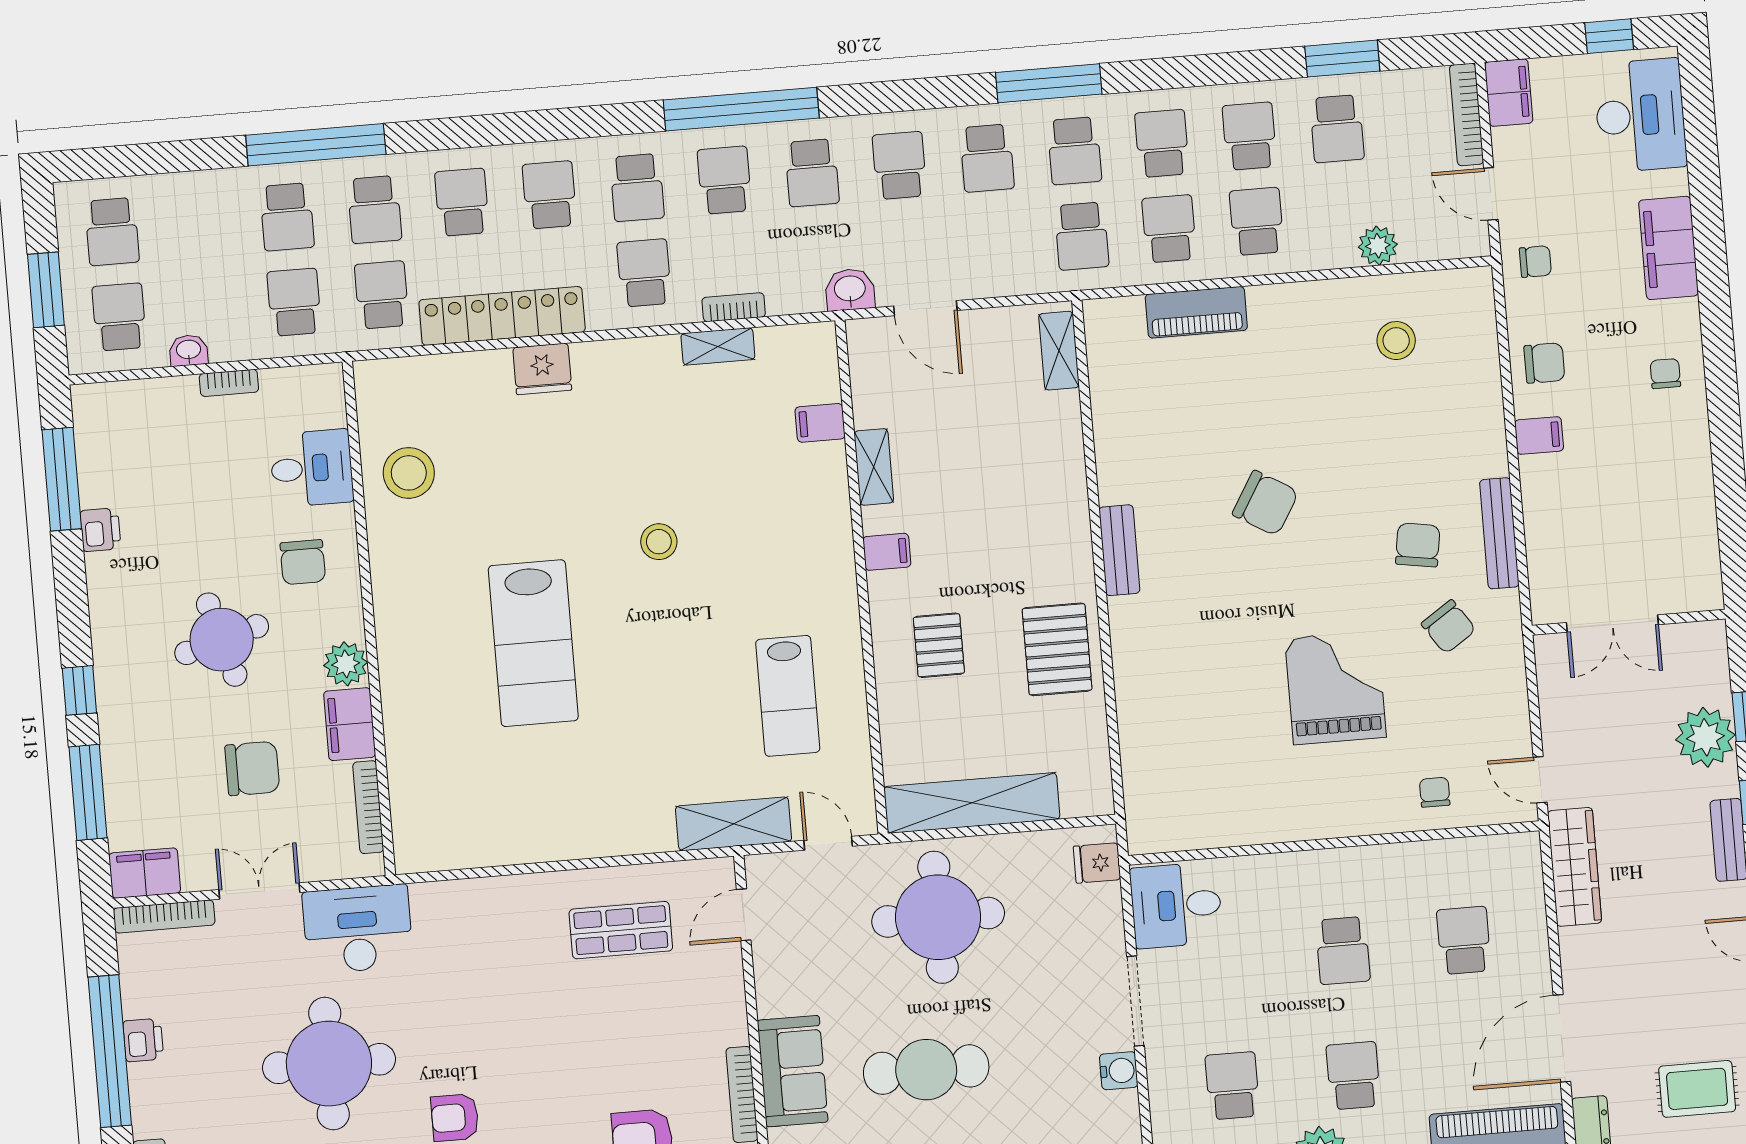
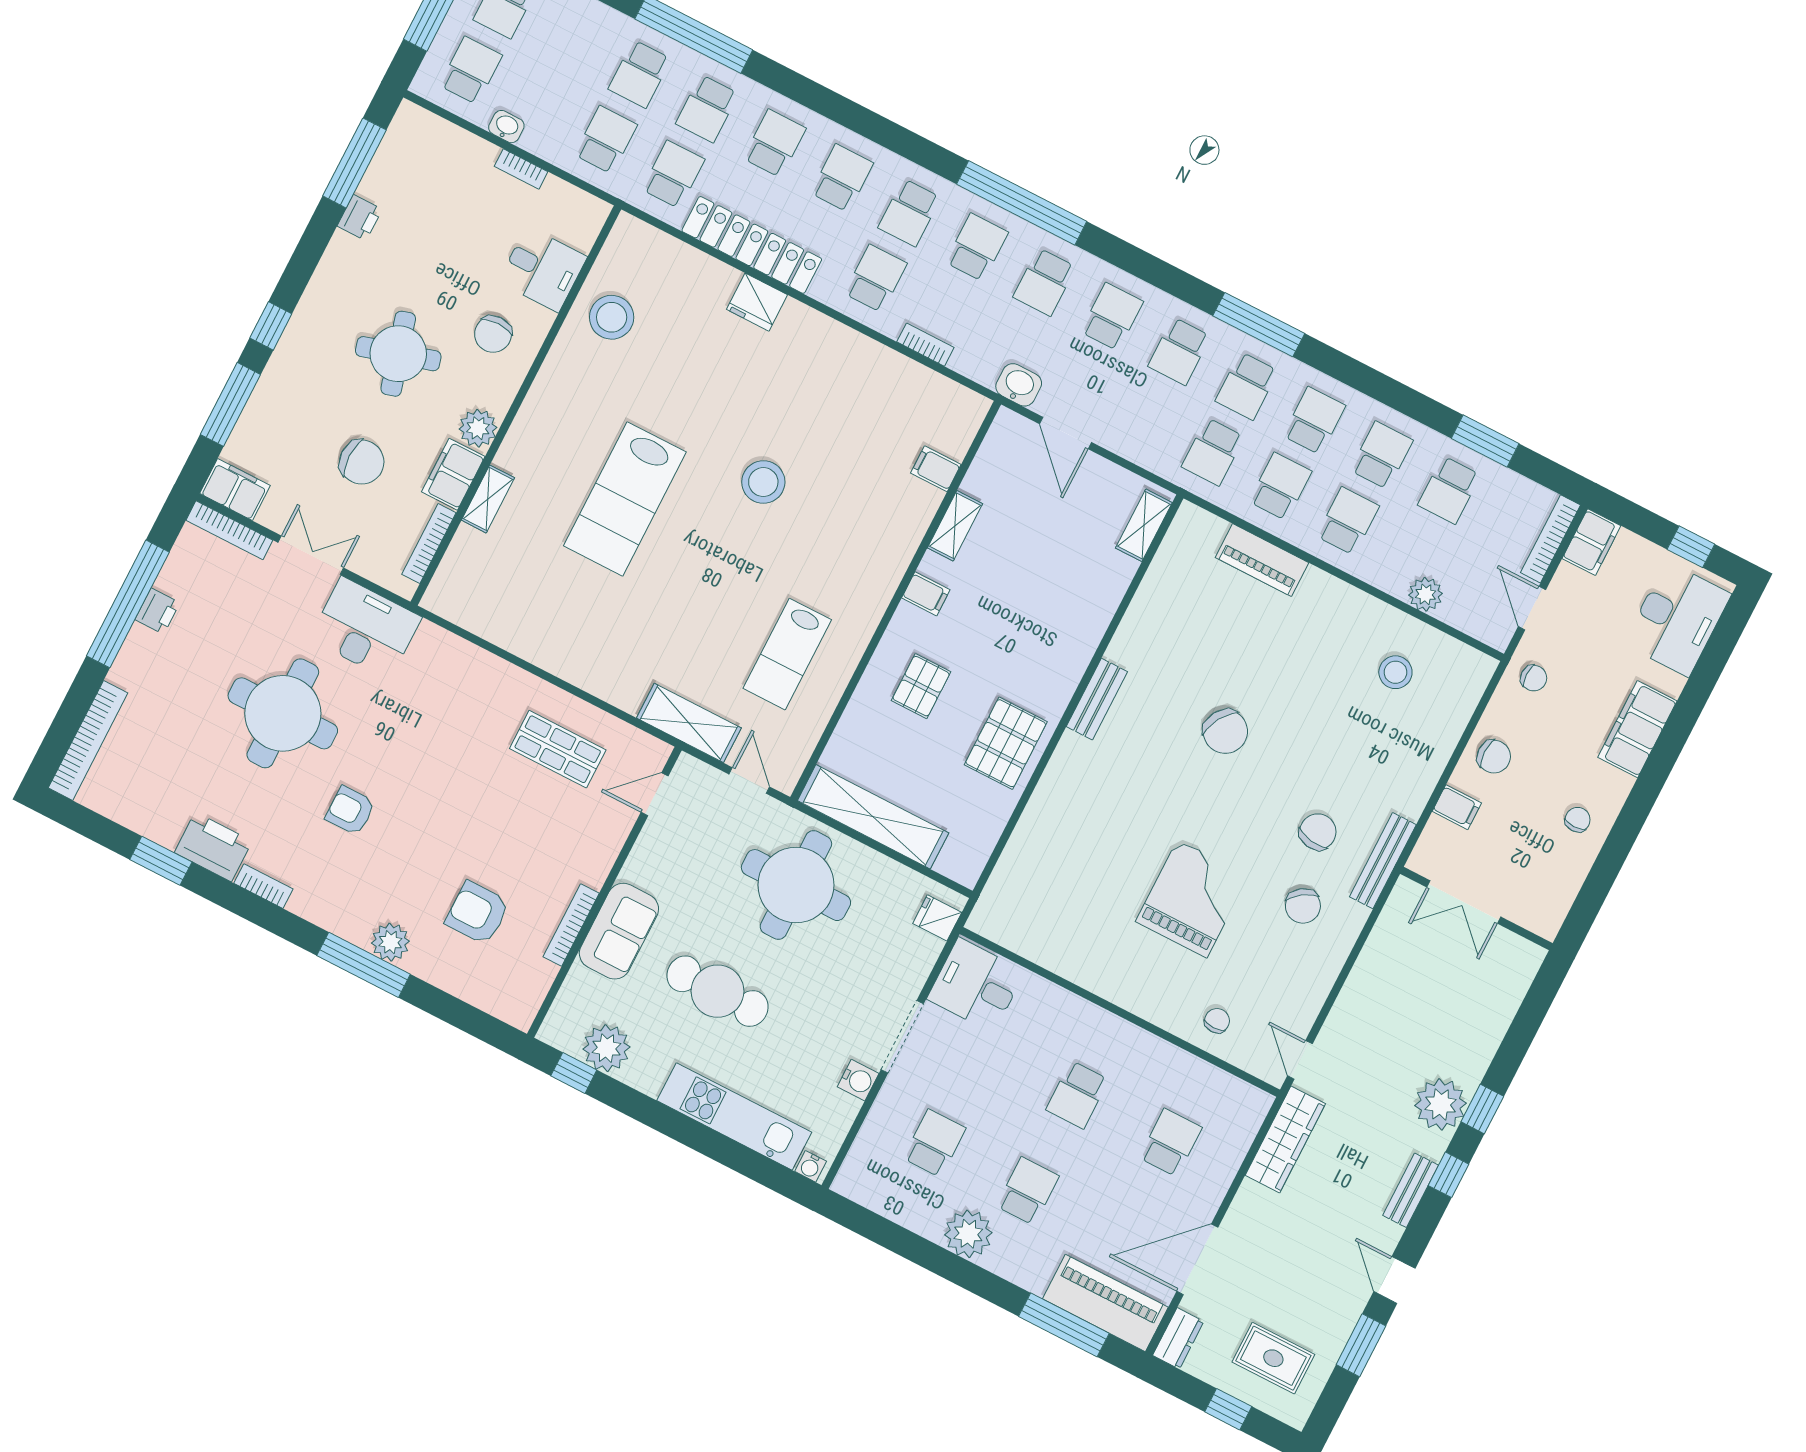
shelving: (718, 346) -> (488, 499), moved, turned 90
stool: (659, 542) -> (763, 482), width x1.38, depth x1.38
wall: (1629, 622) -> (1476, 908), moved
double door: (1612, 624) -> (1464, 902), moved

